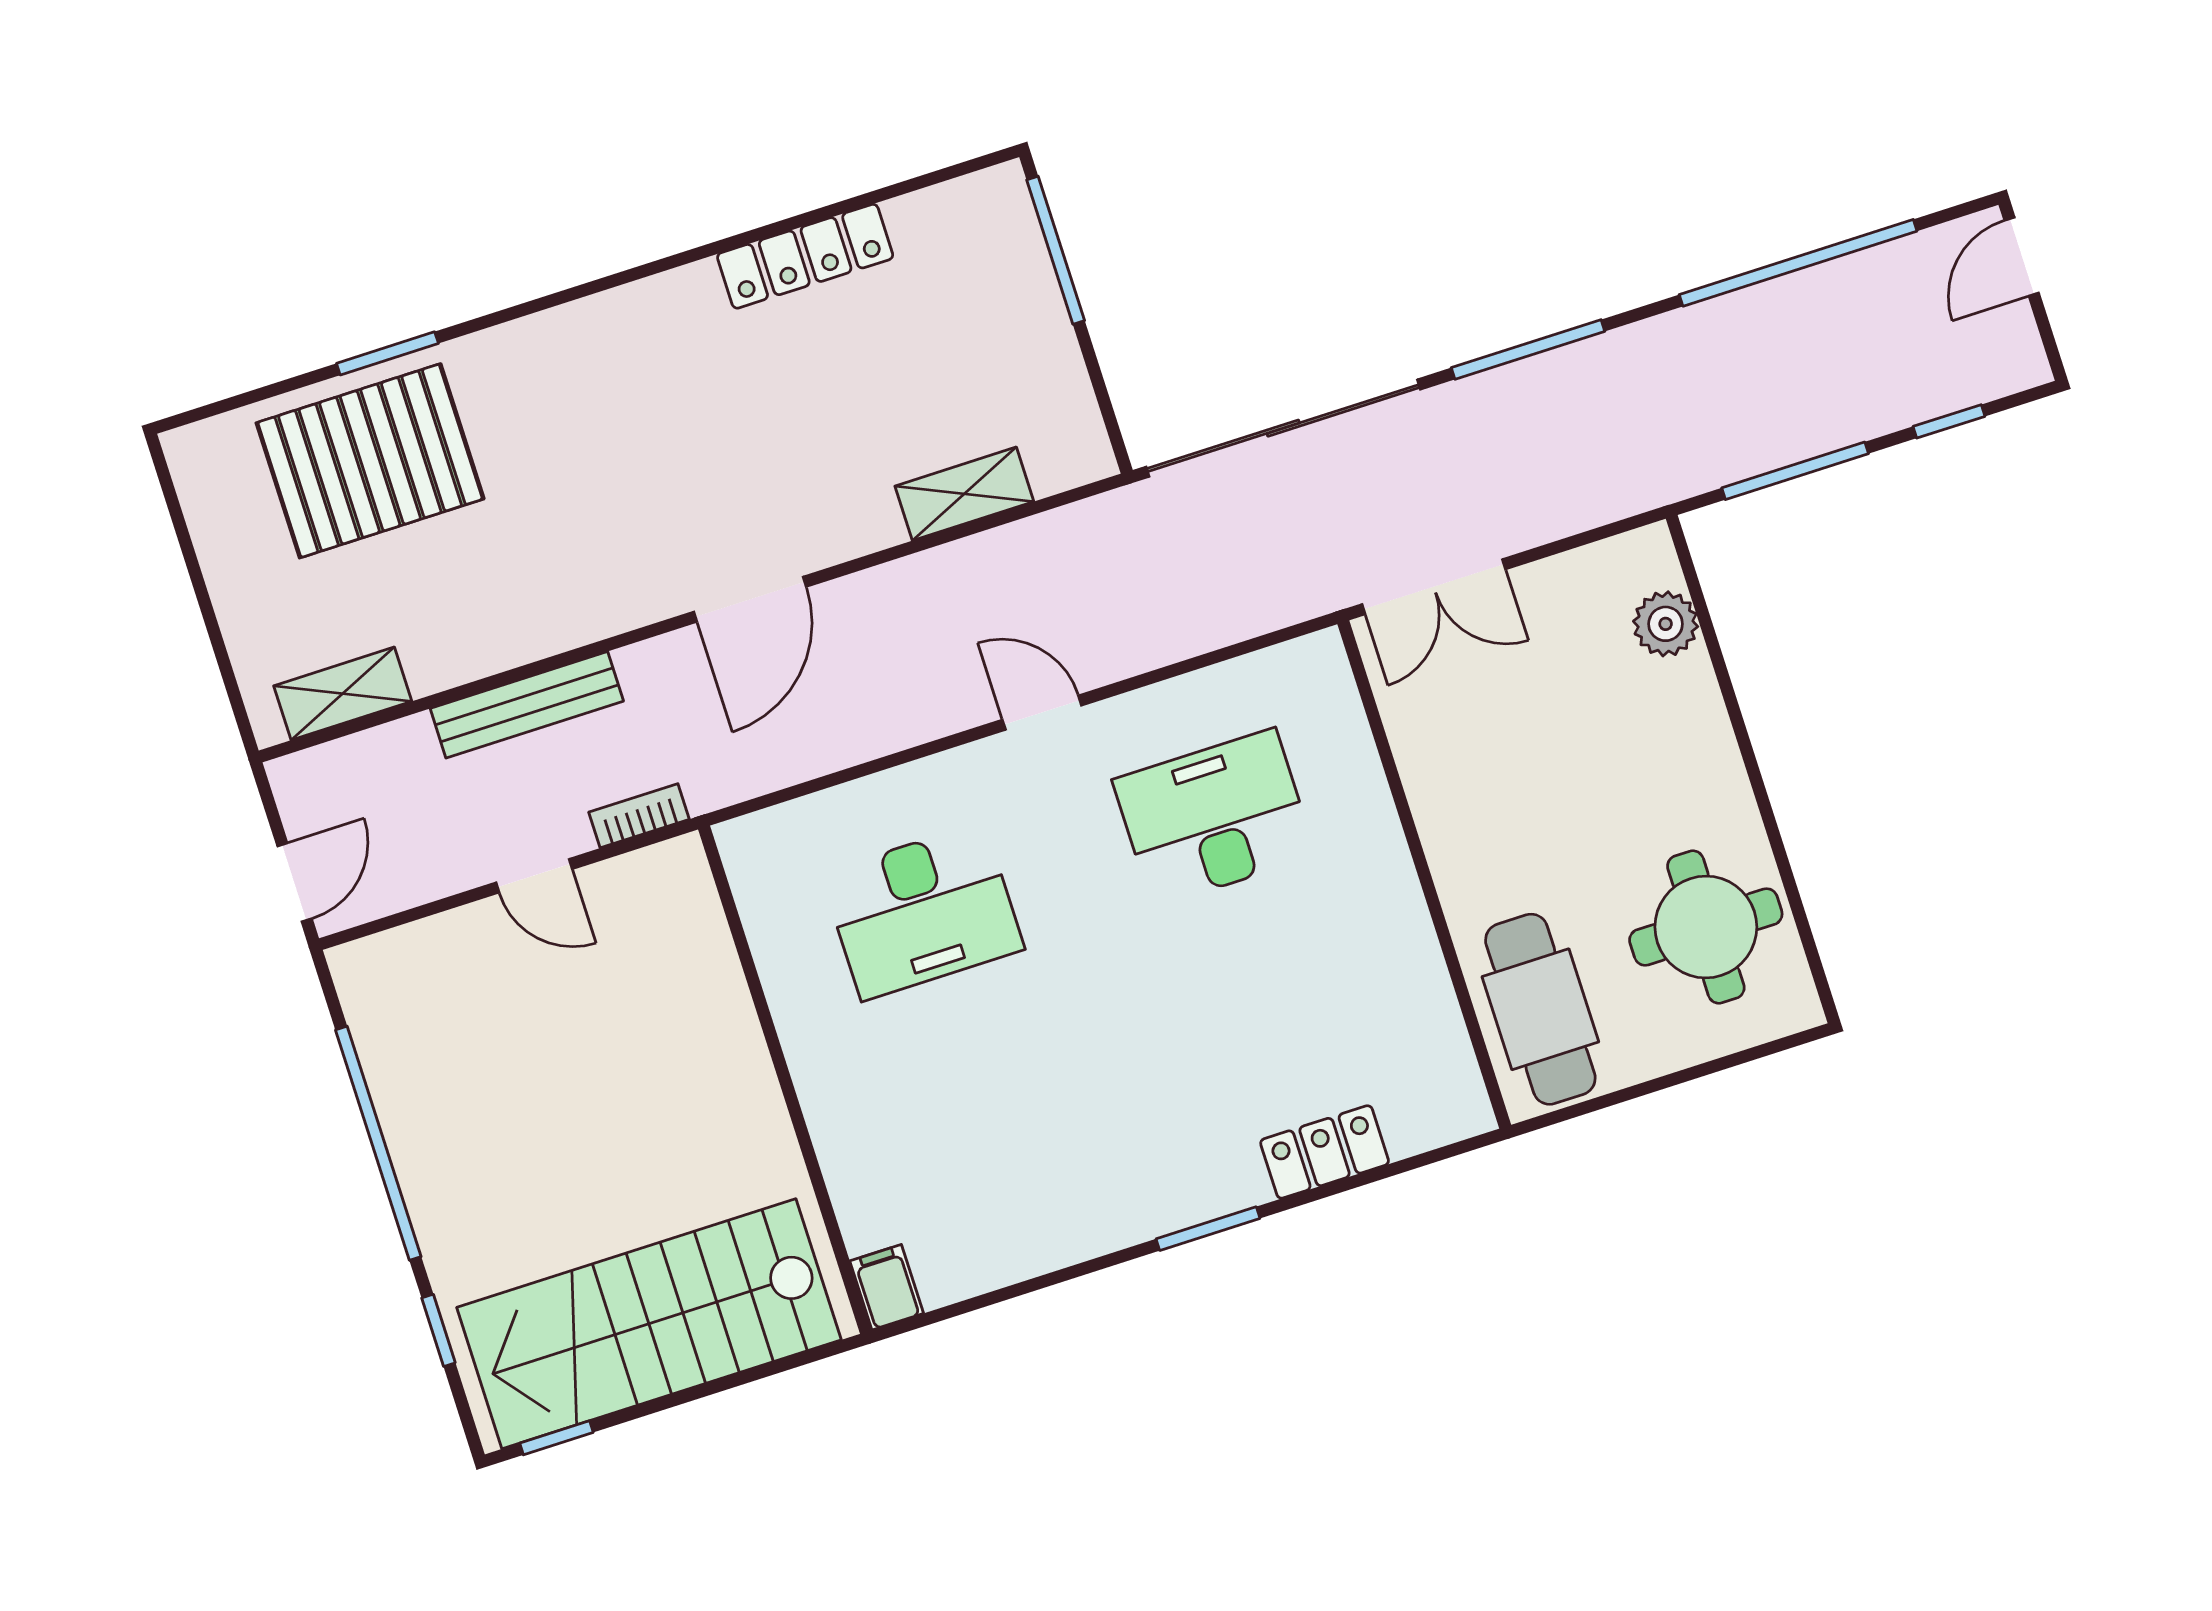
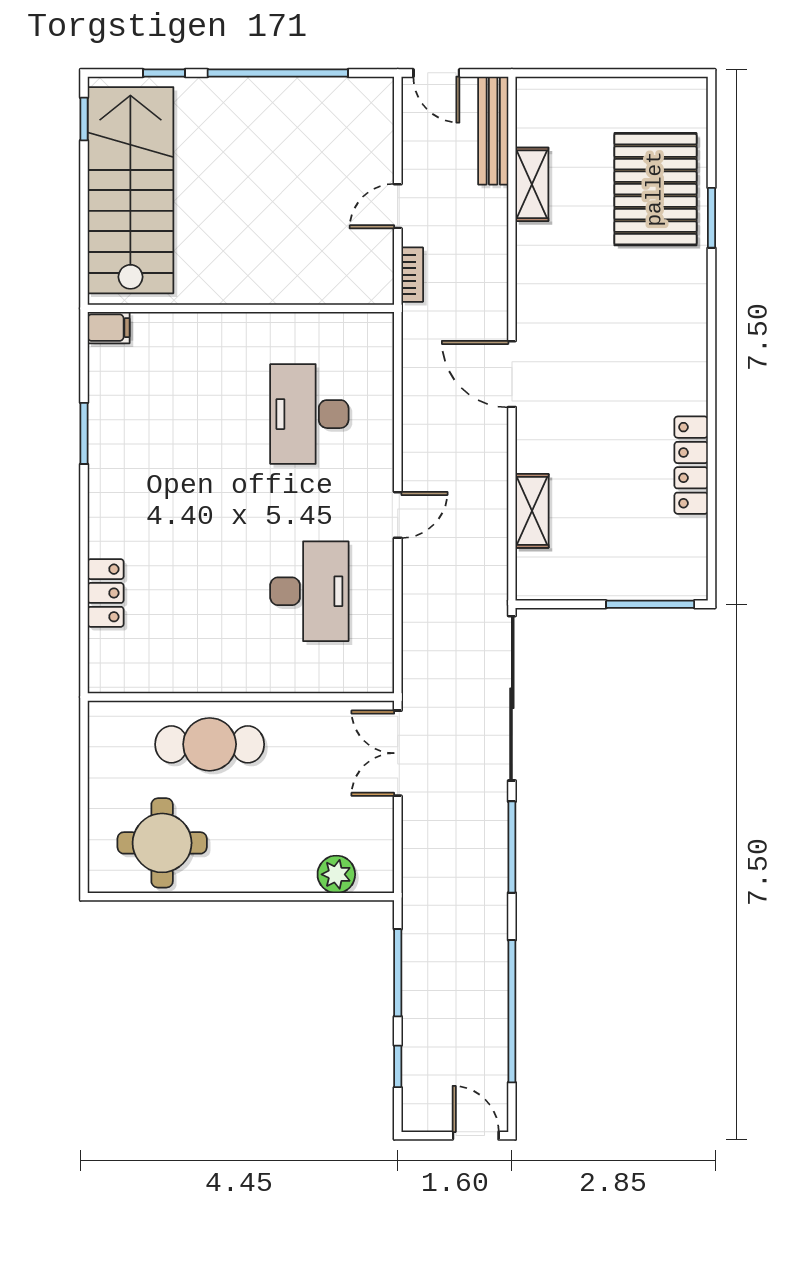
shelving: (343, 694) -> (532, 184), moved
bench: (527, 705) -> (493, 131), moved
cafe table: (1540, 1009) -> (210, 744), moved
window: (1208, 1229) -> (84, 433), moved

